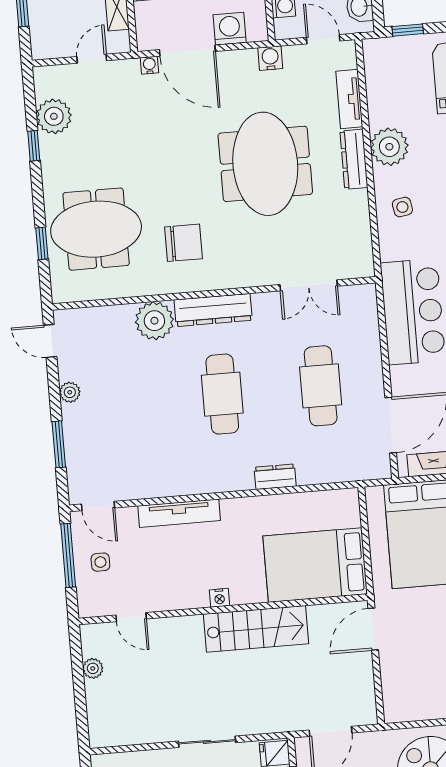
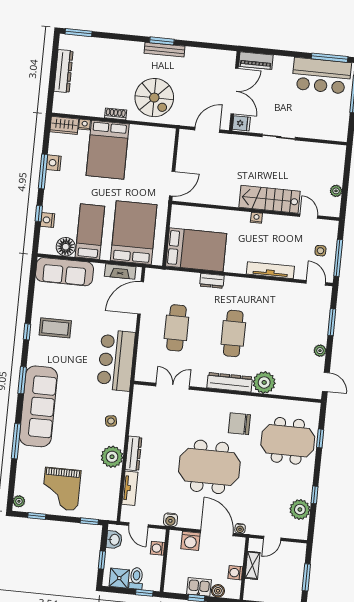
meeting table: (265, 164) -> (209, 467), moved, turned 90
bed: (315, 565) -> (196, 250), moved
stairs: (256, 629) -> (270, 199), moved

